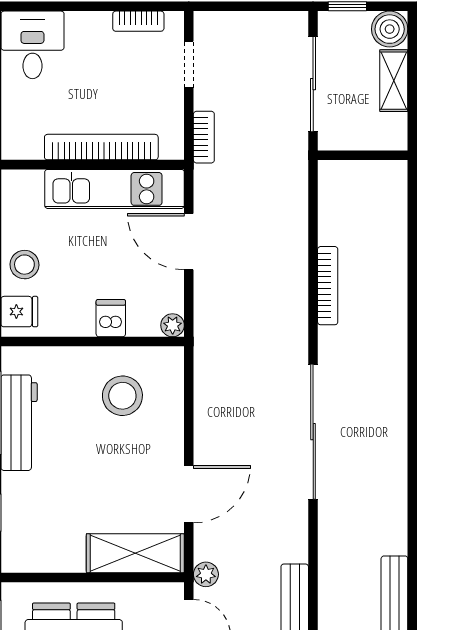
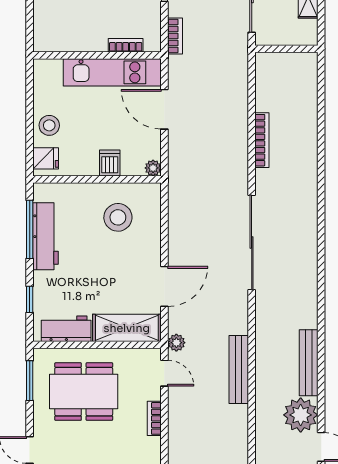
bookcase: (101, 147) -> (126, 45), width x0.43, depth x0.76
workbench: (49, 555) -> (66, 329), added

